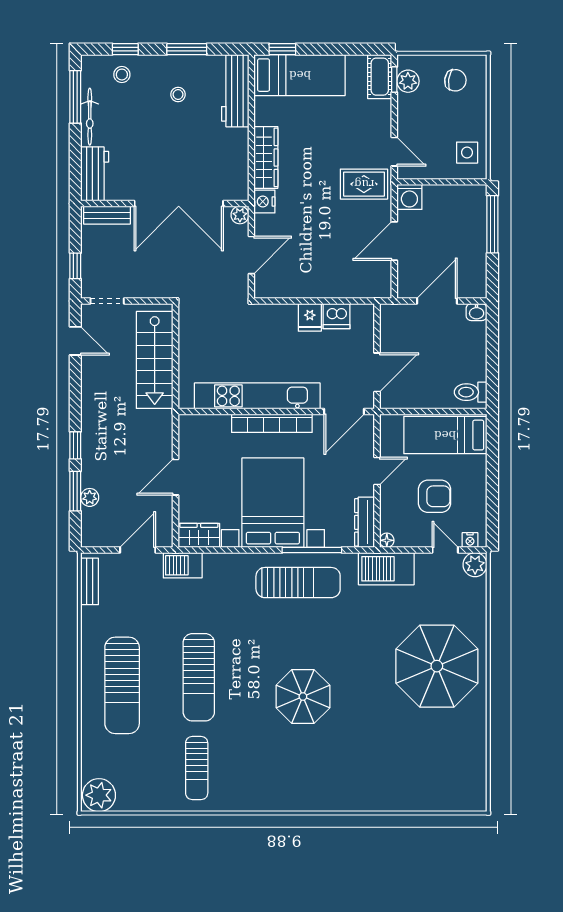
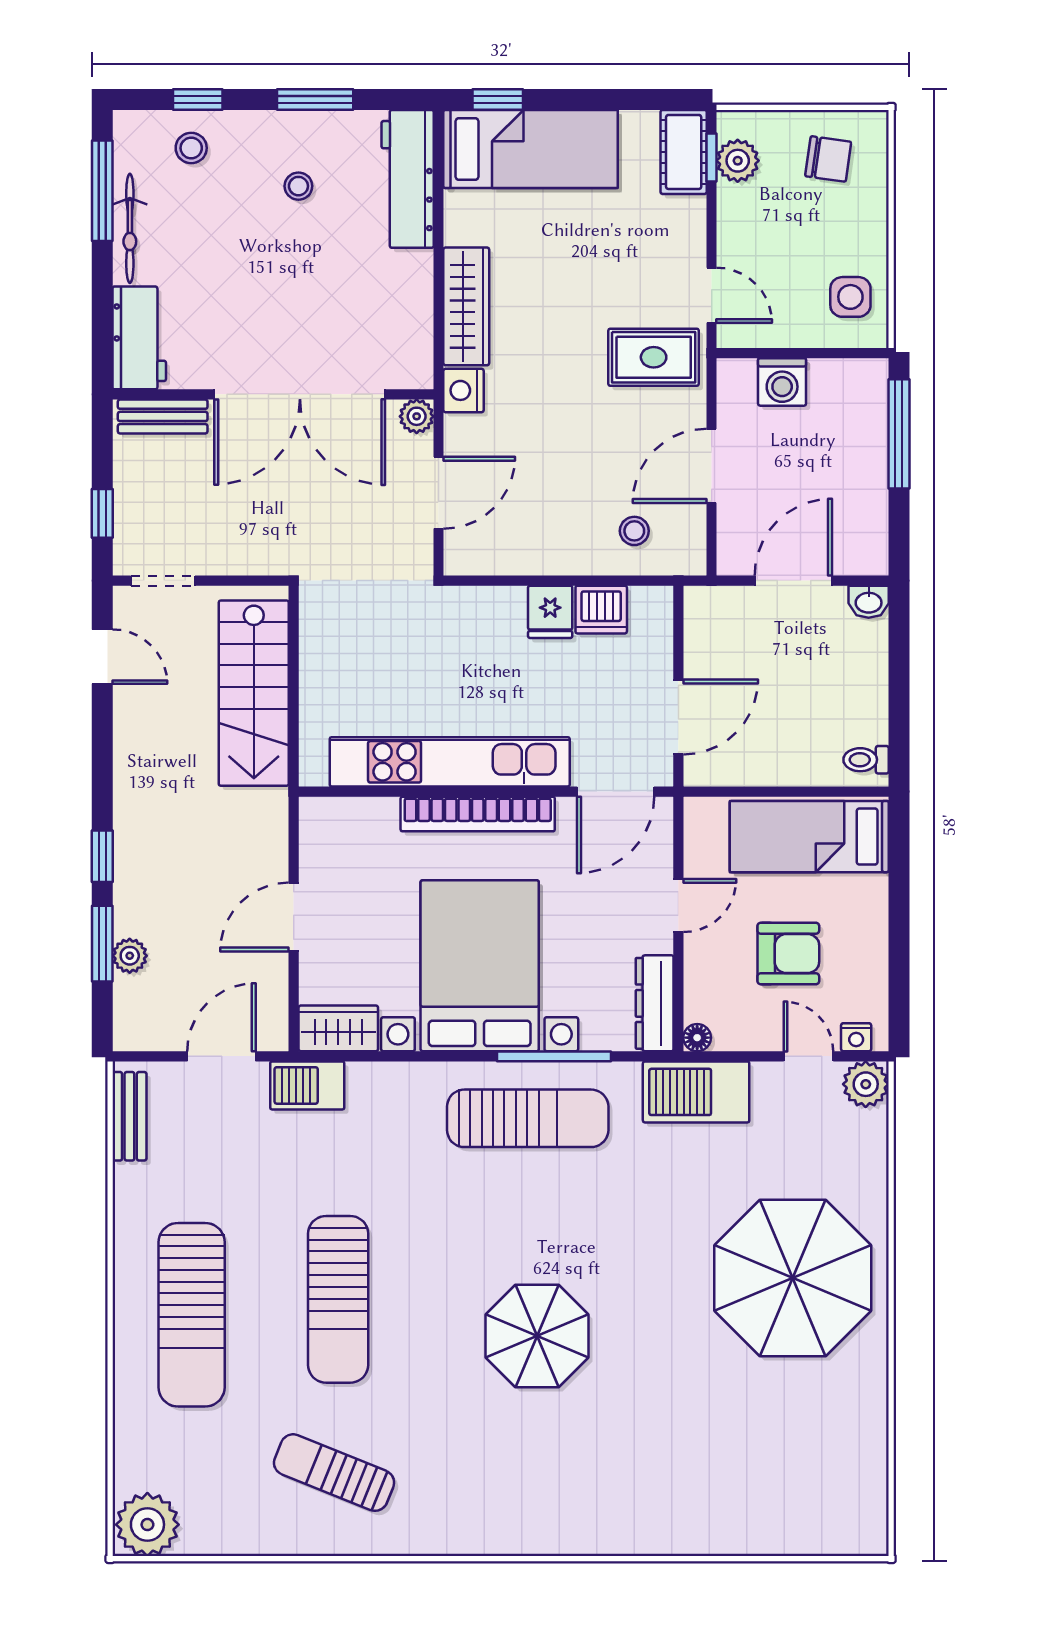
washing machine: (409, 197) -> (782, 382), moved
stool: (354, 275) -> (634, 531), added
toilet: (471, 392) -> (866, 760), width x0.73, depth x0.72
sun lounger: (197, 768) -> (334, 1473), turned 112

